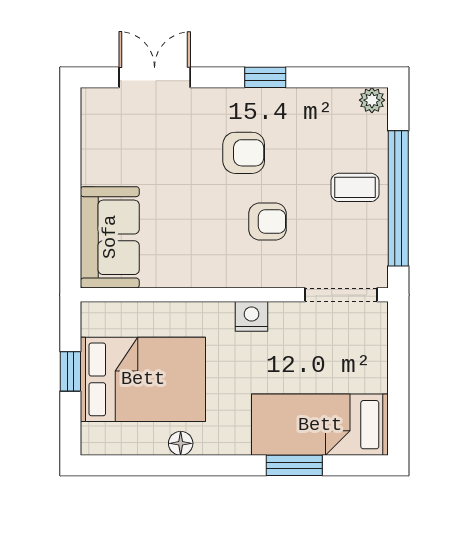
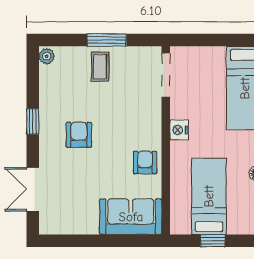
window: (398, 198) -> (107, 40), width x0.47
armchair: (267, 222) -> (145, 162), moved
bed: (143, 379) -> (209, 196), width x0.67

